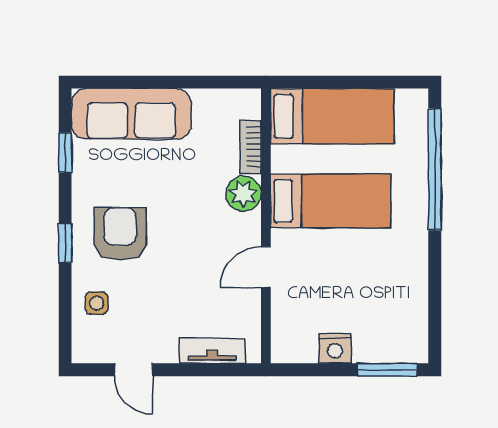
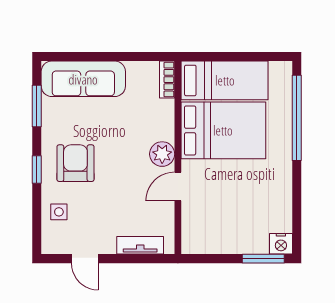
bookcase: (250, 147) -> (167, 80), moved
window: (65, 153) -> (37, 106), width x1.50
plant: (243, 194) -> (162, 154), moved
bed: (331, 201) -> (223, 130), width x1.50
nightstand: (335, 348) -> (281, 244), moved

